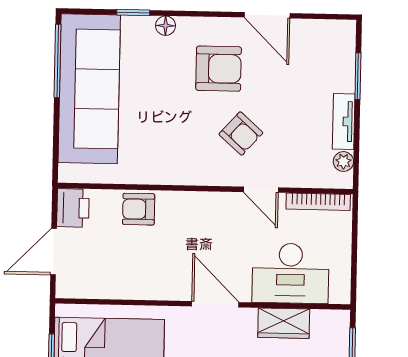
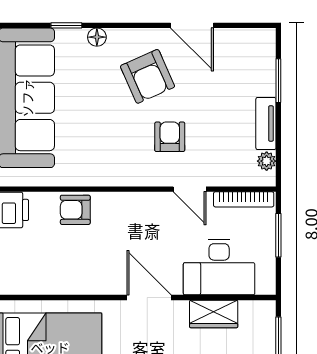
armchair: (219, 69) -> (148, 76), turned 66
armchair: (241, 133) -> (170, 137), turned -132
window: (354, 241) -> (278, 235), added

